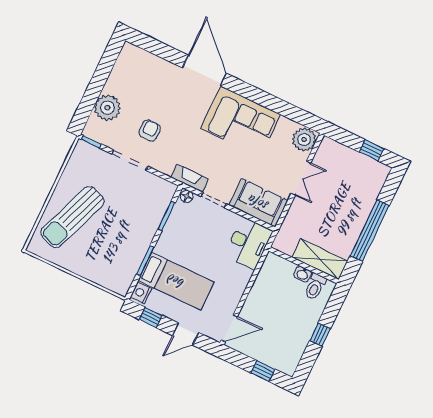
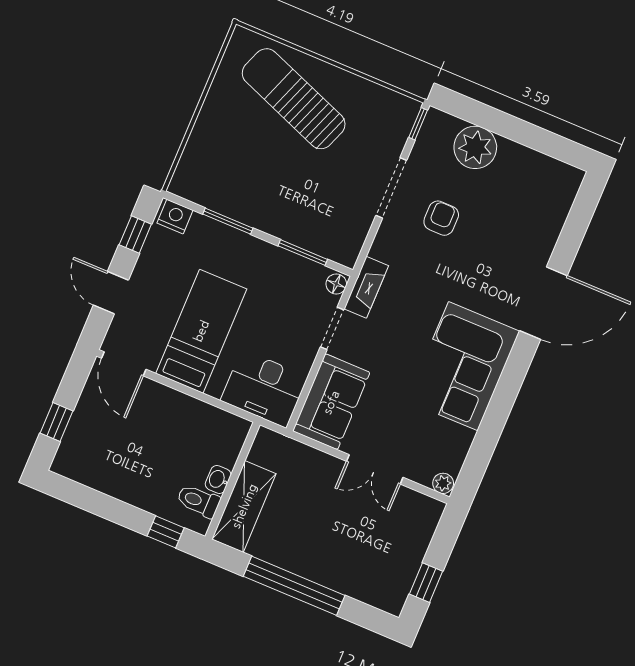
armchair: (150, 130) -> (441, 218), turned -90
plant: (304, 140) -> (443, 483), width x0.53, depth x0.53
bed: (176, 281) -> (201, 331), moved, turned 180
window: (320, 335) -> (166, 532), moved

